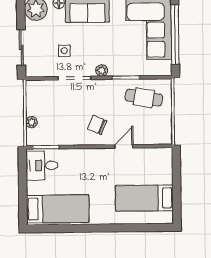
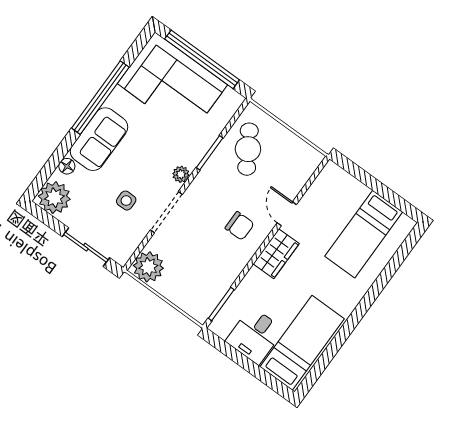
cafe table: (144, 98) -> (248, 149), turned -42
plant: (31, 122) -> (148, 267), moved, width x1.87, depth x1.87
chair: (97, 125) -> (240, 226), turned -113
wardrobe: (97, 157) -> (276, 254), added
desk: (42, 165) -> (255, 335), moved

